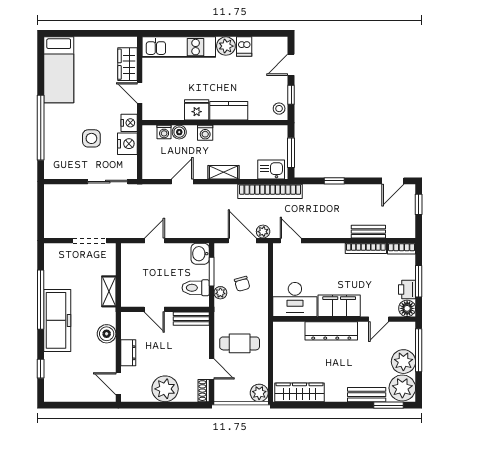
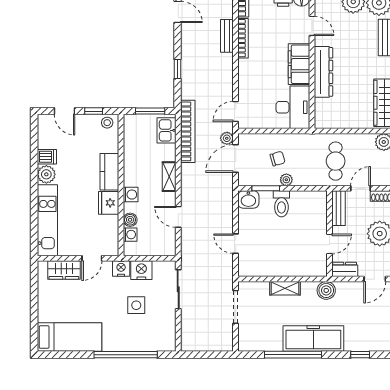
door: (154, 309) -> (329, 244), moved
wall: (165, 309) -> (329, 234), moved
bench: (191, 319) -> (339, 208), moved

